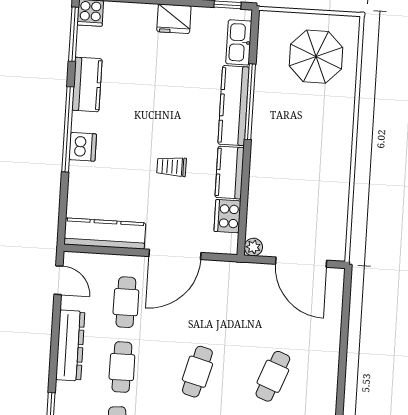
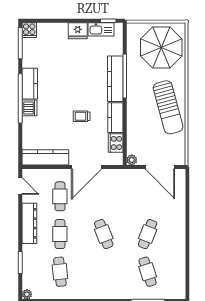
kitchen sink: (239, 42) -> (101, 29), moved, turned -90
parasol: (316, 57) -> (161, 48), width x1.36, depth x1.36
kitchen counter: (87, 84) -> (30, 84), moved
sun lounger: (321, 160) -> (168, 107), added
cafe table: (197, 372) -> (104, 234), turned -36

